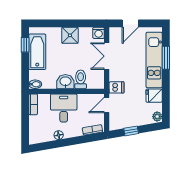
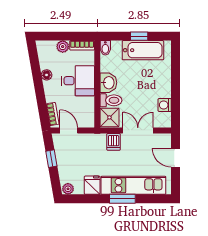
washing machine: (99, 33) -> (165, 105), moved
shower: (70, 35) -> (109, 117), moved
window: (25, 45) -> (139, 36), moved
window: (166, 58) -> (122, 199), moved
dishwasher: (117, 87) -> (114, 142), moved
door: (107, 105) -> (69, 130), moved
plant: (34, 121) -> (63, 47), added

